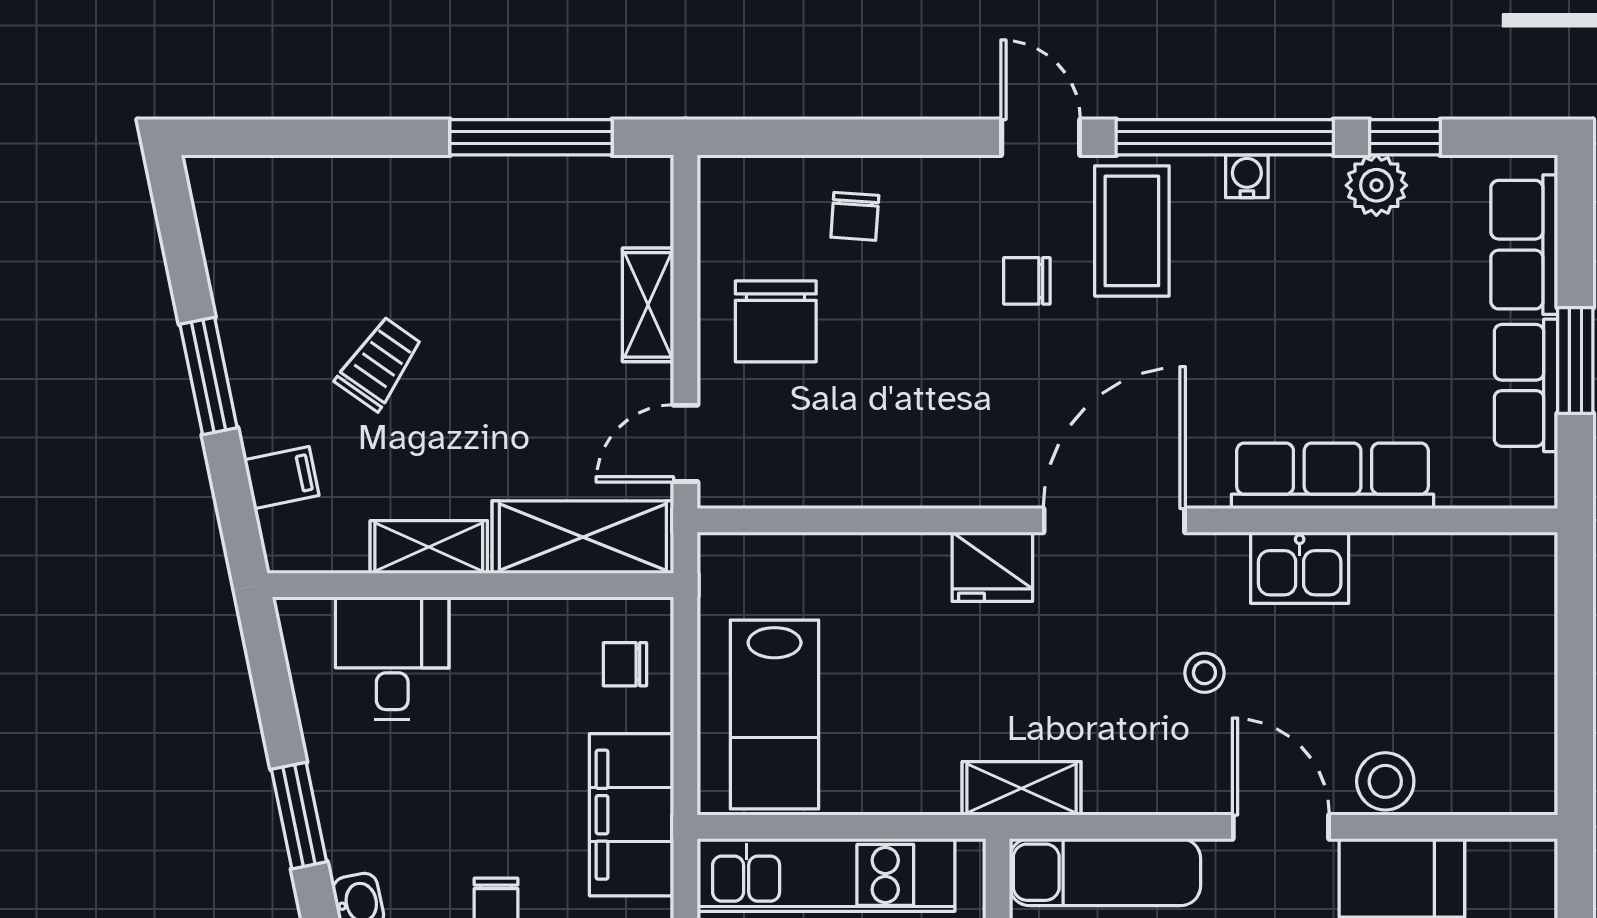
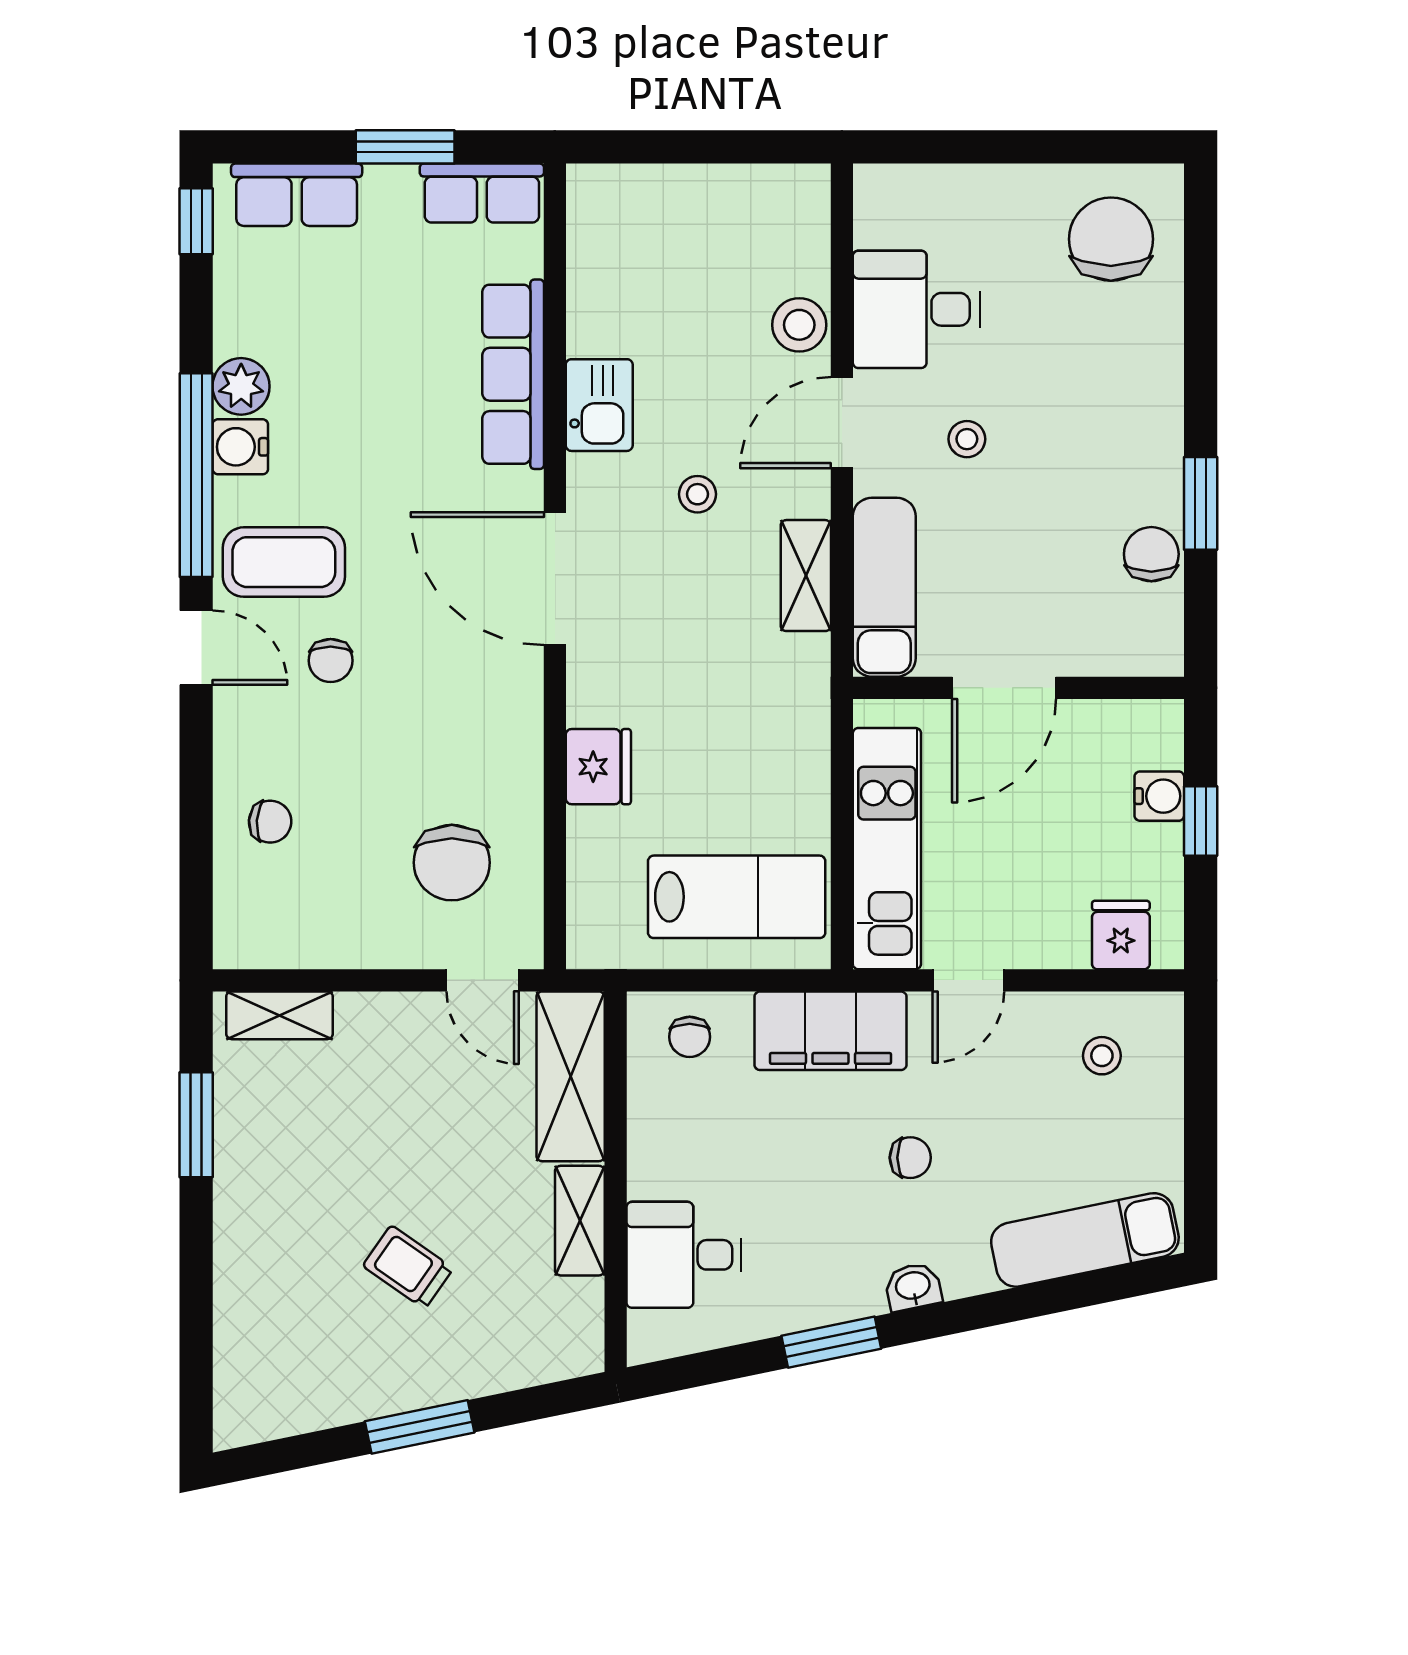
window: (531, 137) -> (196, 1125), width x0.69
door: (1041, 137) -> (196, 648), swing flipped
window: (1405, 137) -> (196, 221), moved
water cooler: (1247, 176) -> (240, 447), width x1.38, depth x1.38
plant: (1376, 185) -> (241, 386), moved
shelving: (648, 305) -> (280, 1015), moved
chair: (776, 321) -> (452, 863), moved, turned 90
row of seats: (1526, 385) -> (482, 193), moved
filing cabinet: (281, 478) -> (515, 1359), removed
fridge: (992, 567) -> (598, 767), moved
shelving: (1022, 788) -> (806, 576), moved

